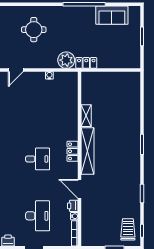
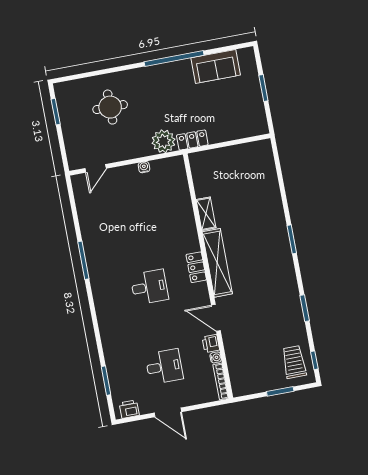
desk: (38, 216) -> (164, 367), width x0.73

